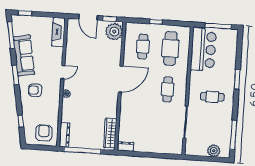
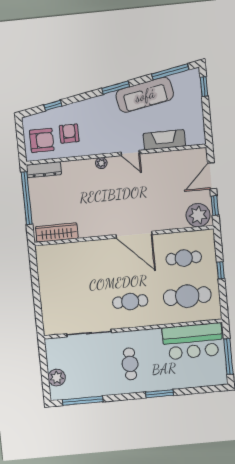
fireplace: (58, 32) -> (164, 140), moved
armchair: (35, 90) -> (69, 134), moved
dresser: (125, 147) -> (42, 256), removed

